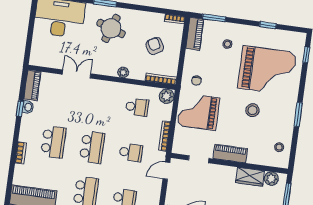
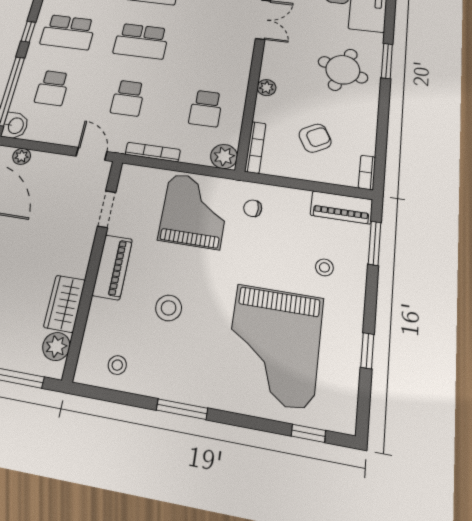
stool: (253, 110) -> (169, 308), moved

